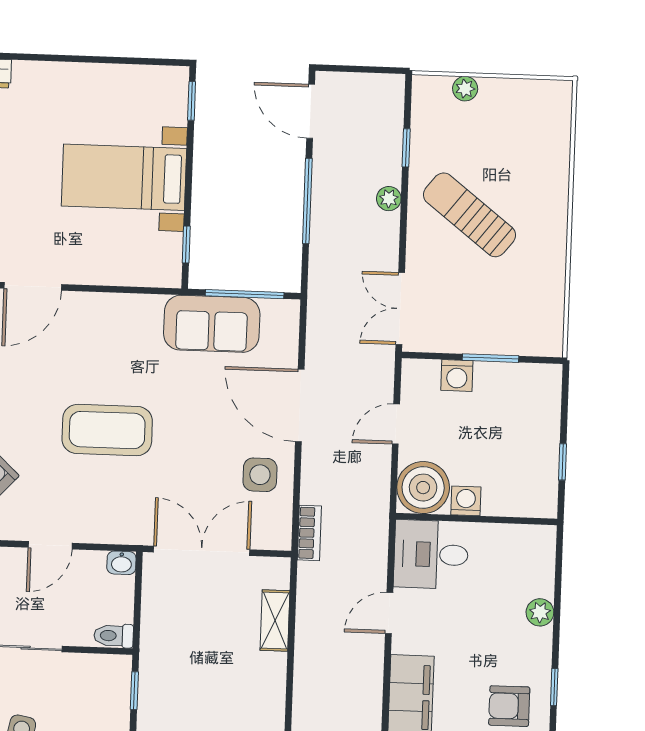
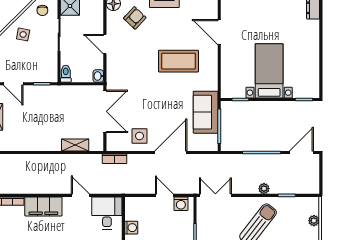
washing machine: (457, 376) -> (181, 204), moved, turned -90
coffee table: (107, 430) -> (178, 61), moved, turned 90
boiler: (423, 488) -> (136, 208), removed

